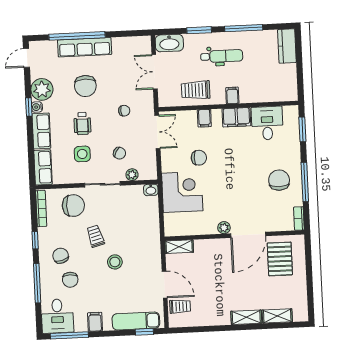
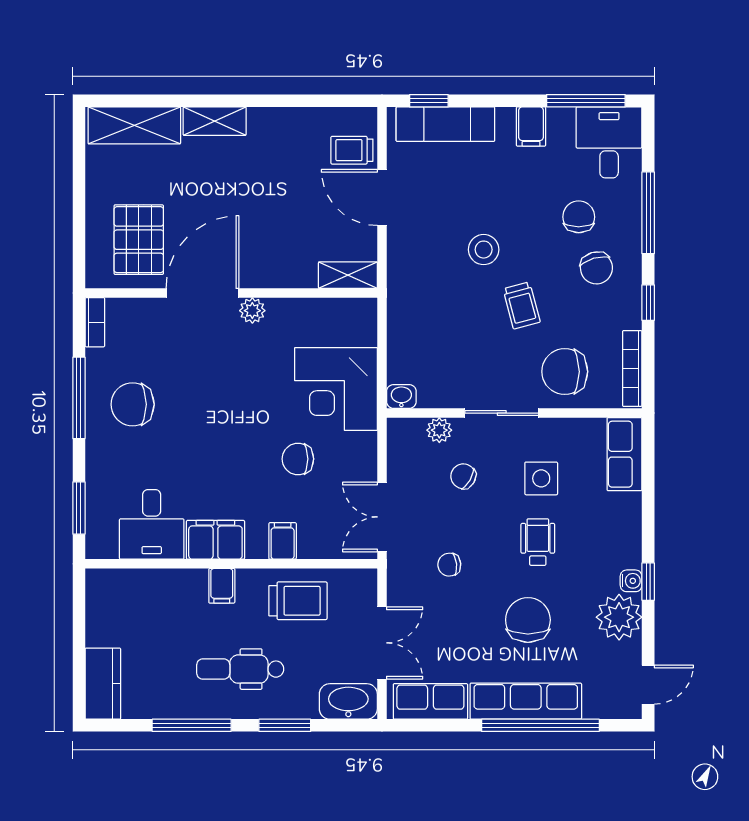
row of seats: (41, 131) -> (430, 701), moved, turned 90
chair: (279, 180) -> (133, 404), turned 90
shelving: (277, 316) -> (134, 125), width x1.50, depth x1.33

